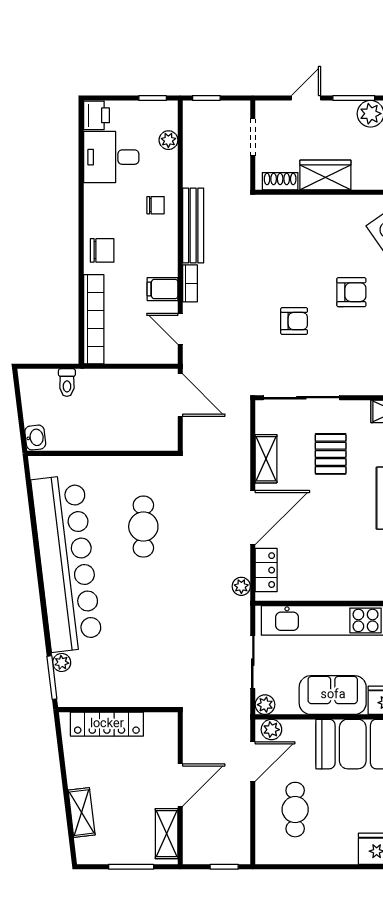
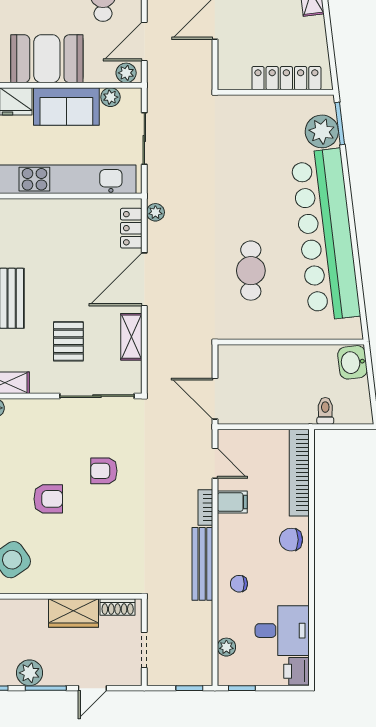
armchair: (351, 292) -> (48, 499), turned 180
washbasin: (35, 438) -> (352, 362), width x1.38, depth x1.45
plant: (62, 662) -> (322, 131), width x1.88, depth x1.88
plant: (265, 705) -> (110, 97), moved

